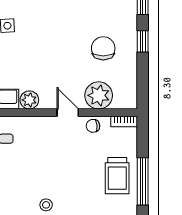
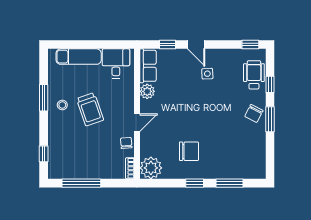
plant: (99, 95) -> (151, 168), moved
trolley: (117, 176) -> (90, 109), moved, turned -109

